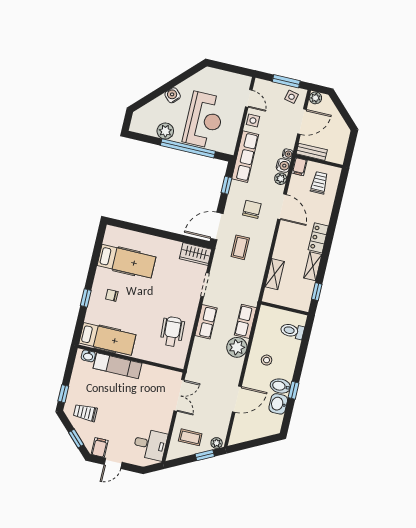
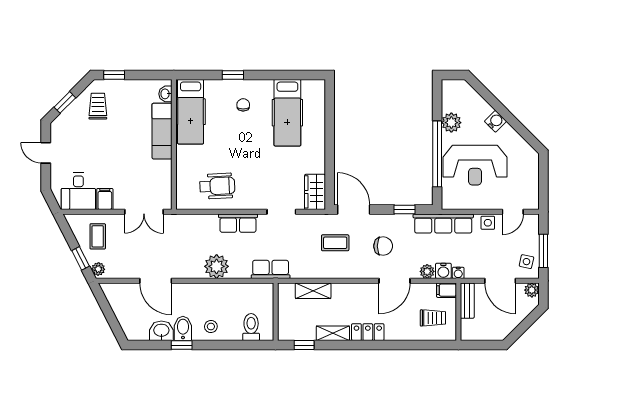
row of seats: (245, 321) -> (271, 269), moved
stool: (267, 360) -> (211, 326), moved
filing cabinet: (100, 447) -> (105, 199), moved, turned -90

